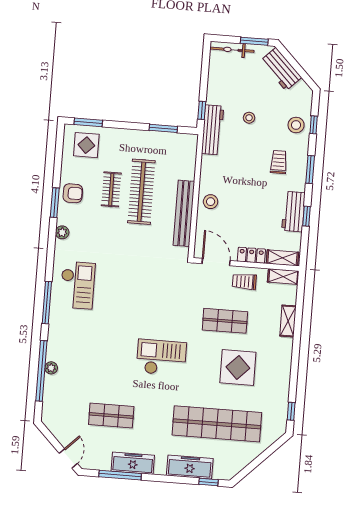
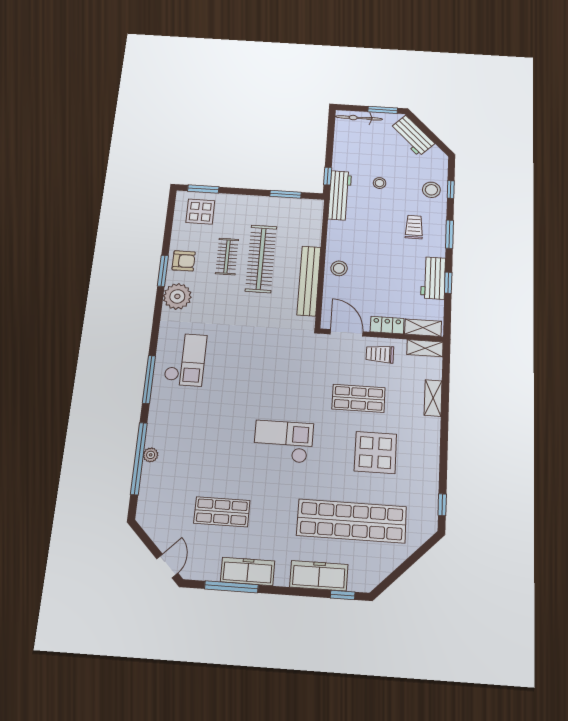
plant: (62, 232) -> (177, 296), width x1.88, depth x1.88

